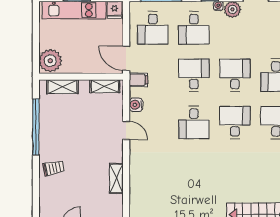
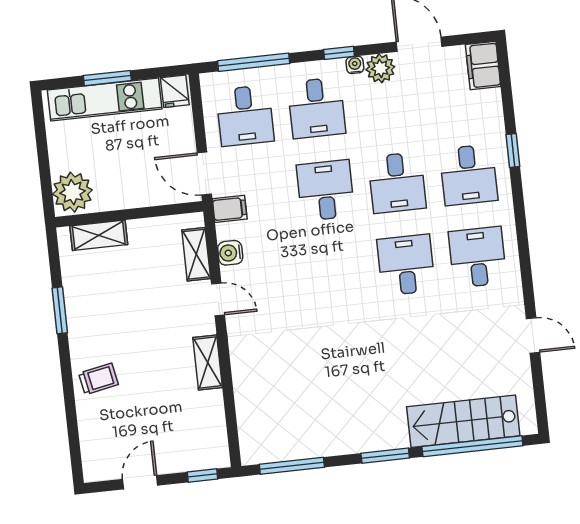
desk: (235, 75) -> (397, 183), turned 180
shelving: (105, 86) -> (196, 254), moved, turned 90
desk: (194, 123) -> (334, 273), removed
window: (36, 127) -> (60, 310), width x0.47
shelving: (116, 178) -> (208, 363), moved

